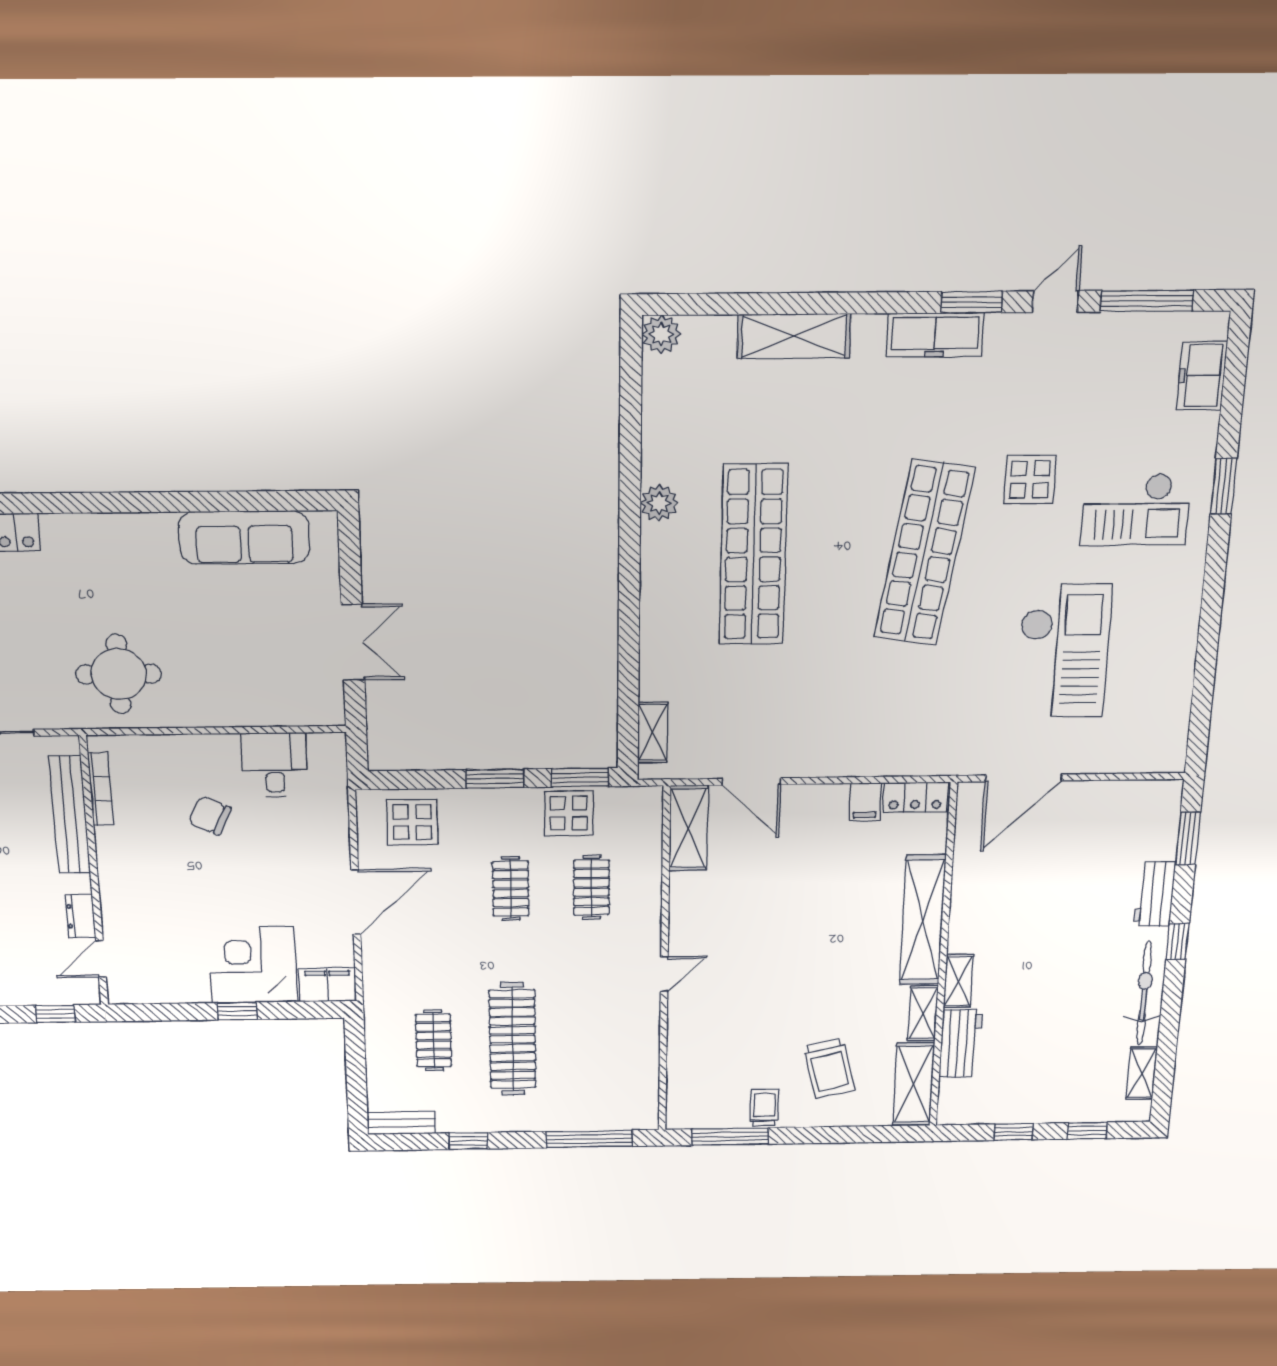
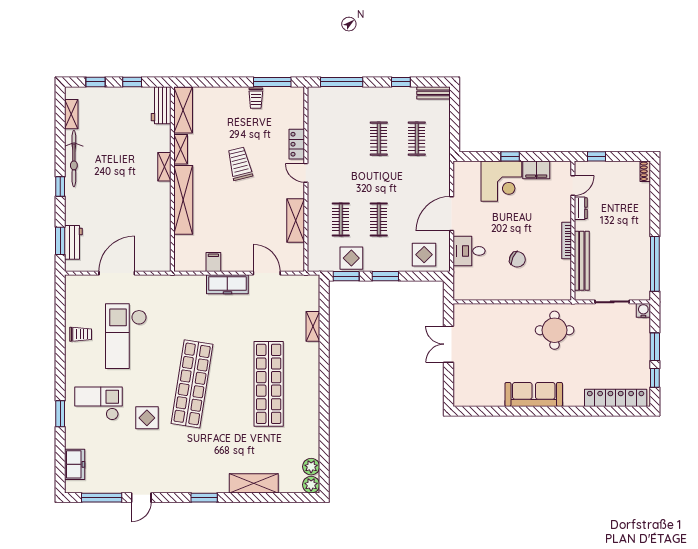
window: (972, 302) -> (204, 498), moved
freezer: (935, 335) -> (227, 284), moved, turned 180
plant: (659, 503) -> (311, 467), moved
sofa: (244, 537) -> (534, 394), moved
trolley: (1162, 654) -> (81, 334), added
shelving: (653, 732) -> (313, 326), moved
desk: (274, 765) -> (469, 251), moved, turned 90
door: (1024, 778) -> (117, 273), moved
bookcase: (101, 789) -> (567, 241), moved
locker: (915, 797) -> (297, 144), moved, turned -90
shelving: (688, 828) -> (296, 221), moved
workbench: (1154, 894) -> (73, 242), moved
door: (664, 974) -> (306, 173), hinge flipped
filing cabinet: (327, 985) -> (536, 170), moved
clothes rail: (513, 1039) -> (379, 139), width x0.54, depth x0.76
workbench: (961, 1043) -> (161, 105), moved
trolley: (829, 1068) -> (240, 164), moved

